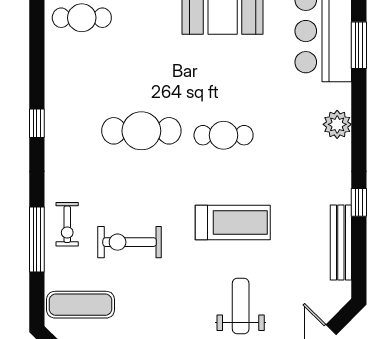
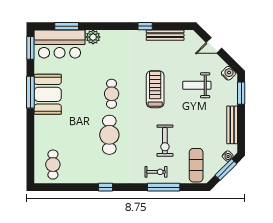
plant: (337, 124) -> (93, 37), moved

